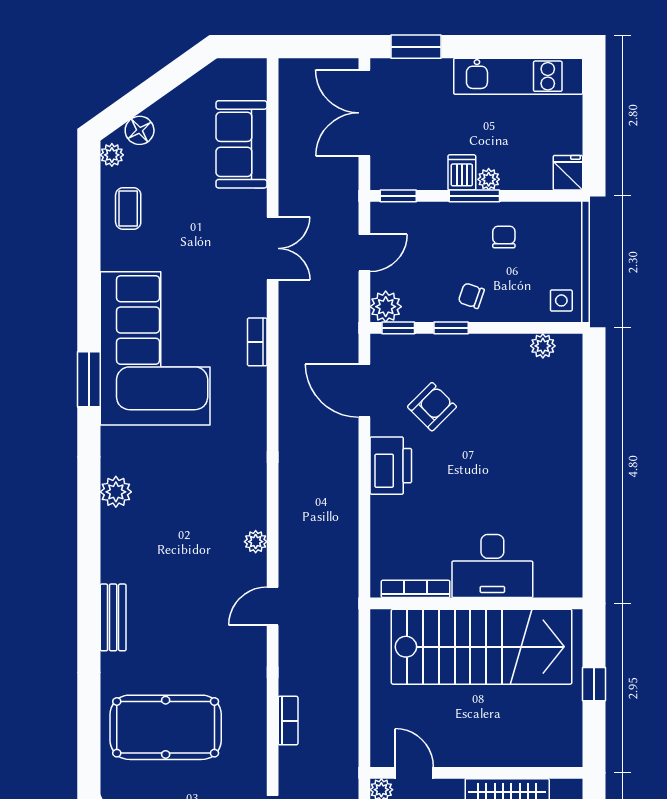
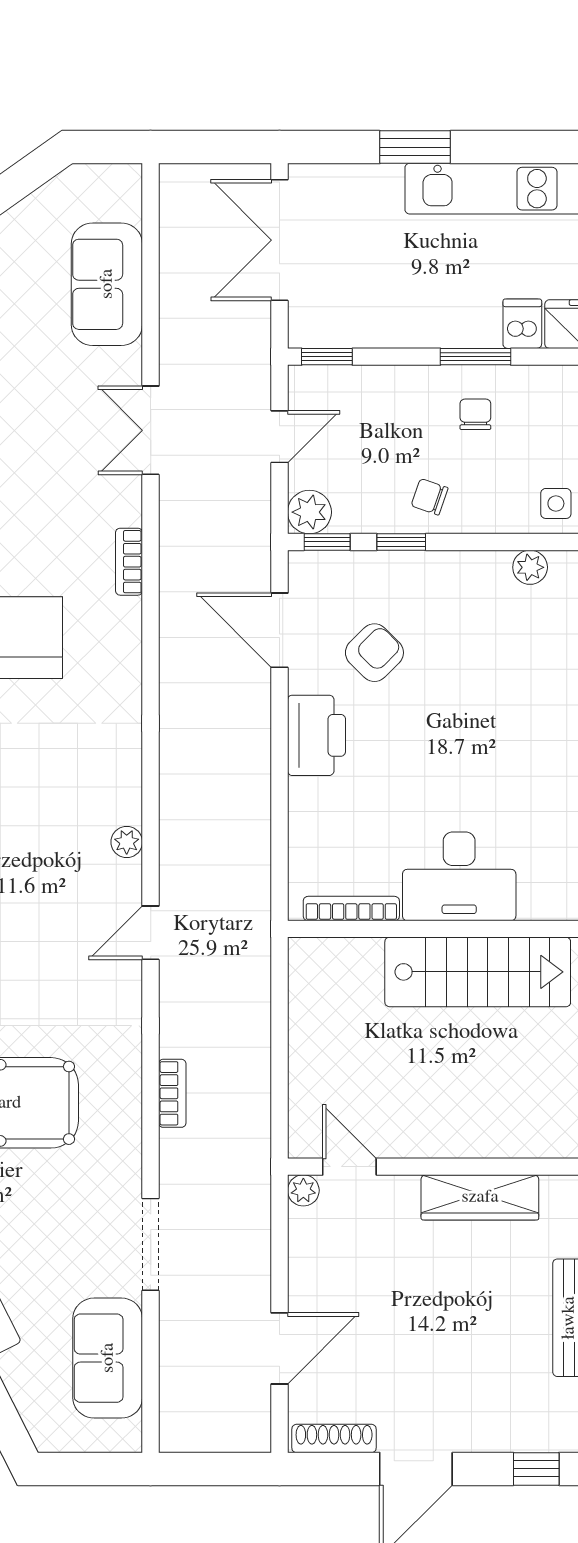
window: (416, 47) -> (415, 147), moved
dishwasher: (462, 172) -> (522, 324), moved
plant: (489, 179) -> (454, 333), removed
window: (474, 196) -> (476, 357), moved
double door: (273, 248) -> (151, 430), swing flipped
stairs: (482, 647) -> (478, 972), width x0.73, depth x0.66

